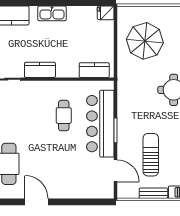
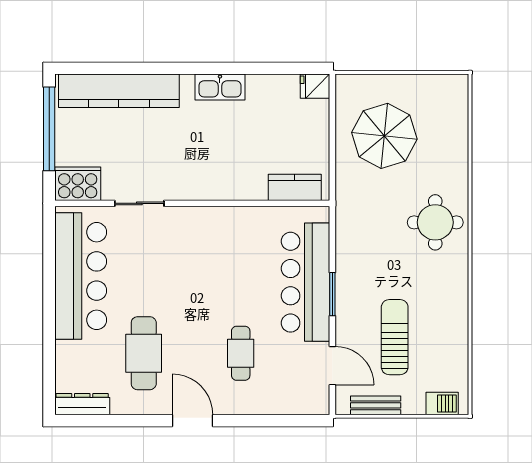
kitchen counter: (40, 70) -> (199, 187), removed
cafe table: (64, 116) -> (241, 353), moved
bench: (153, 193) -> (376, 405), moved

